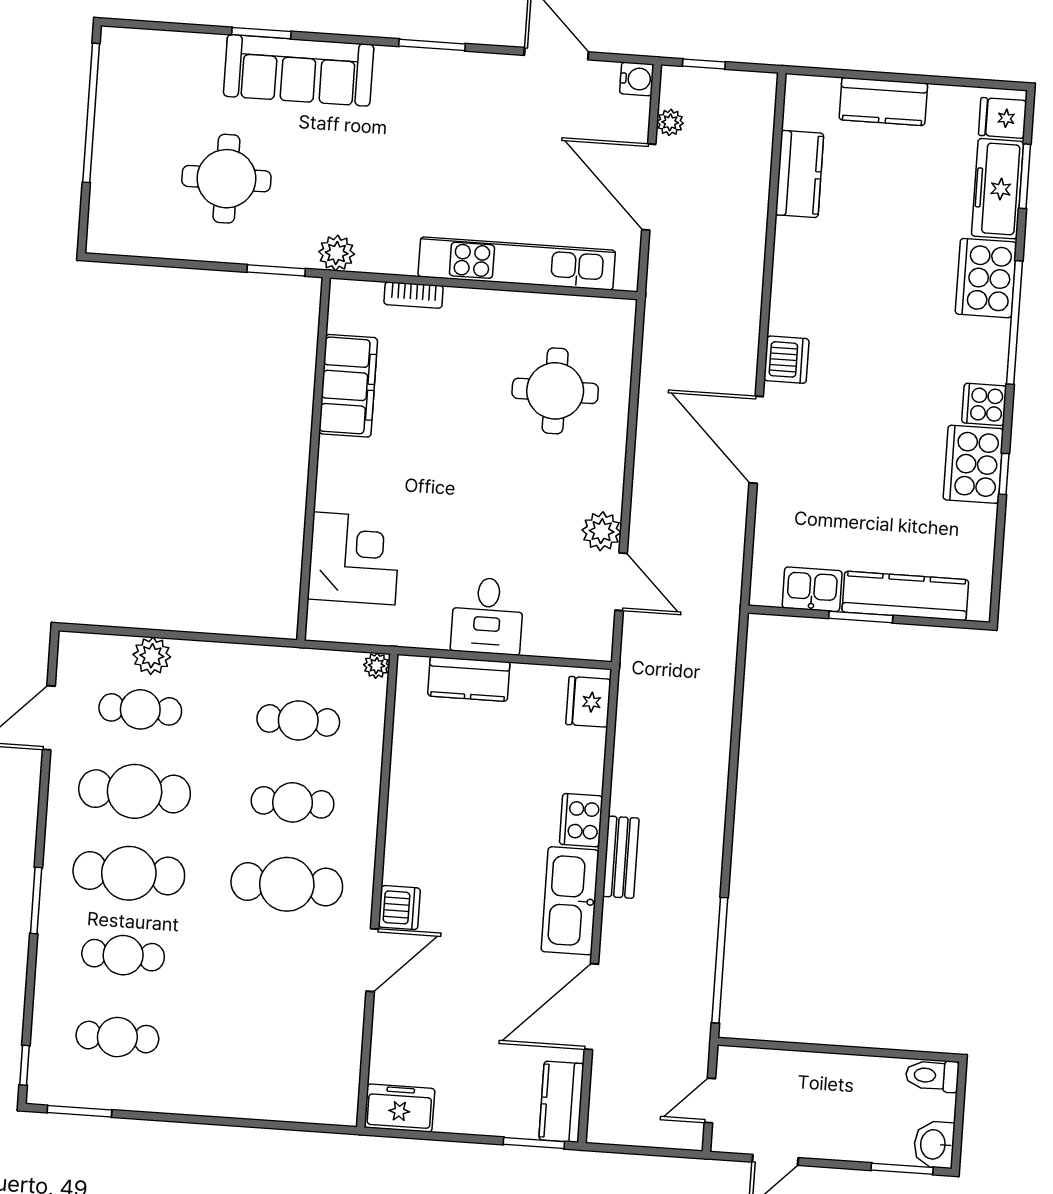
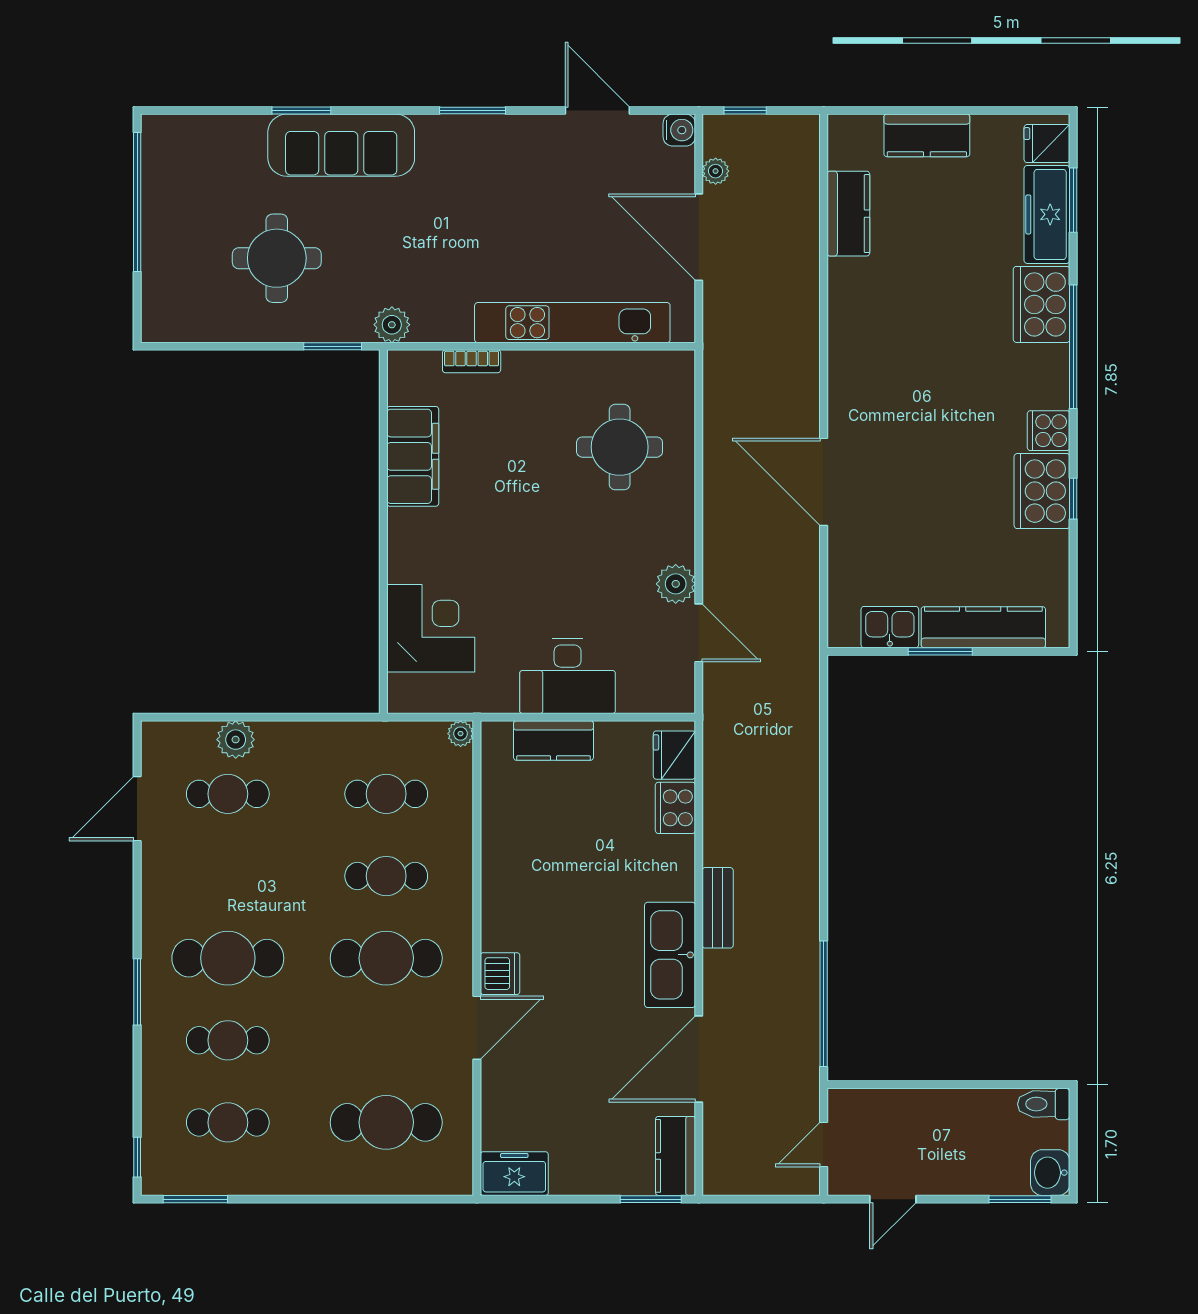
dishwasher: (786, 360) -> (848, 400), removed
desk: (487, 616) -> (568, 676), width x1.37
cafe table: (135, 791) -> (386, 1122), moved
cooker: (581, 820) -> (675, 808), moved

